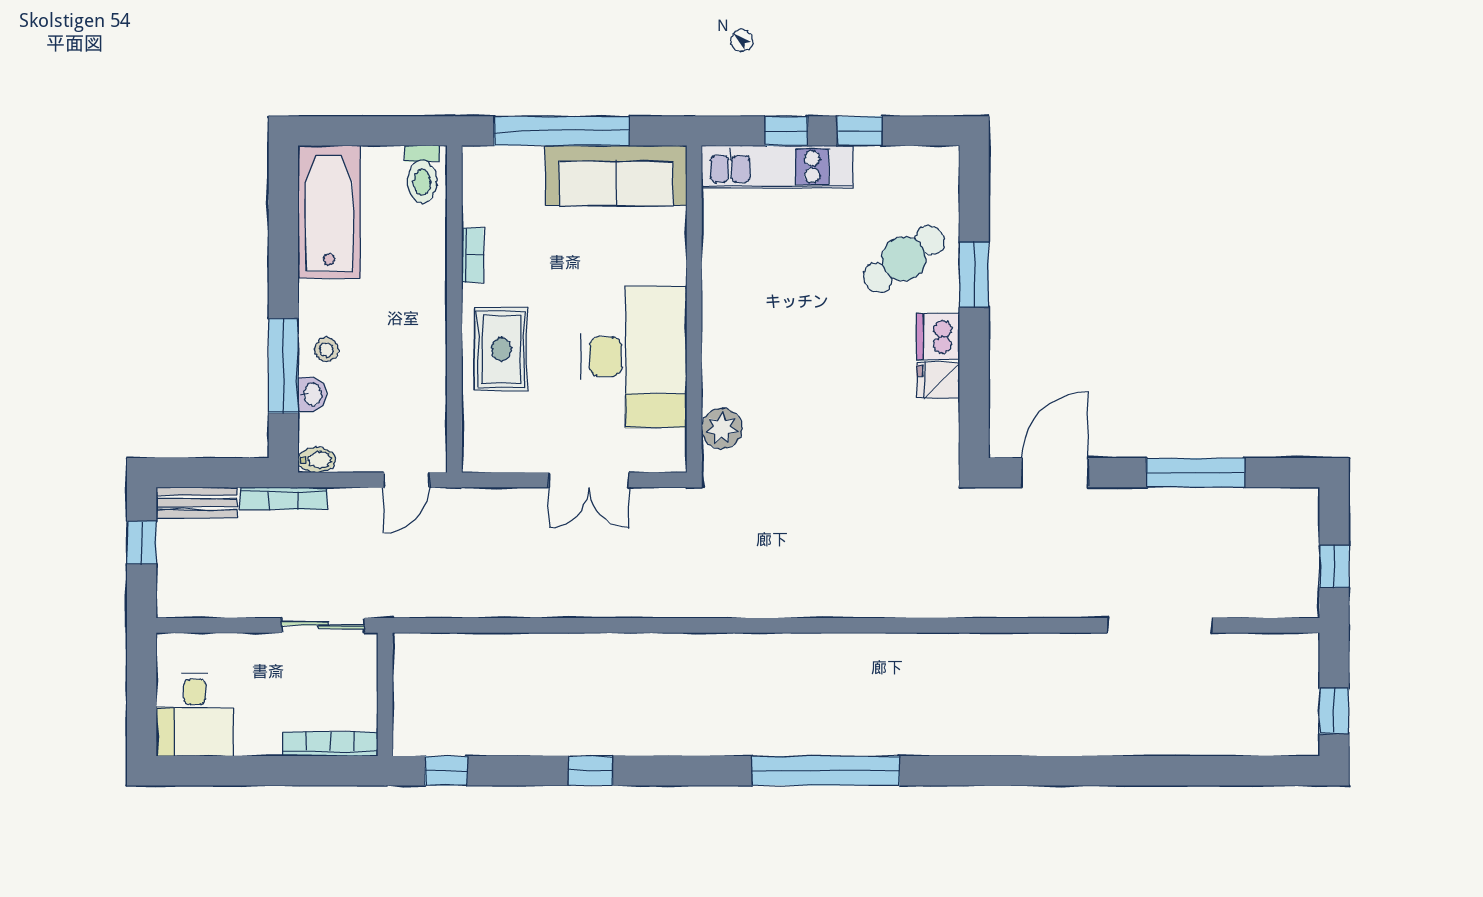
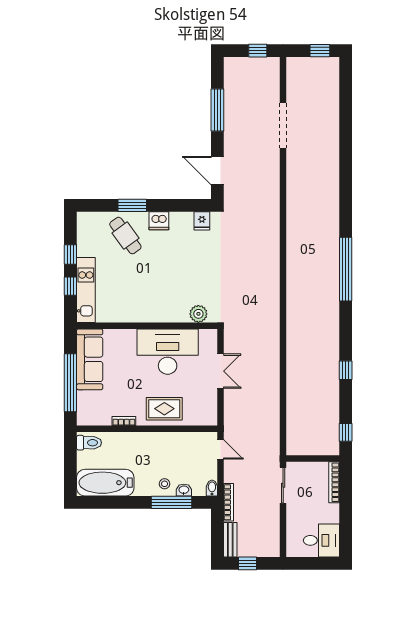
fridge: (938, 380) -> (202, 221), moved

